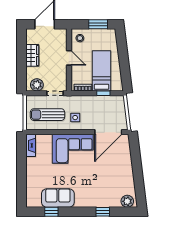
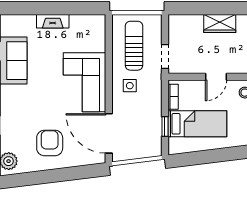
plant: (37, 85) -> (177, 30), removed
fireplace: (31, 145) -> (53, 21), moved
armchair: (115, 173) -> (50, 143), added

